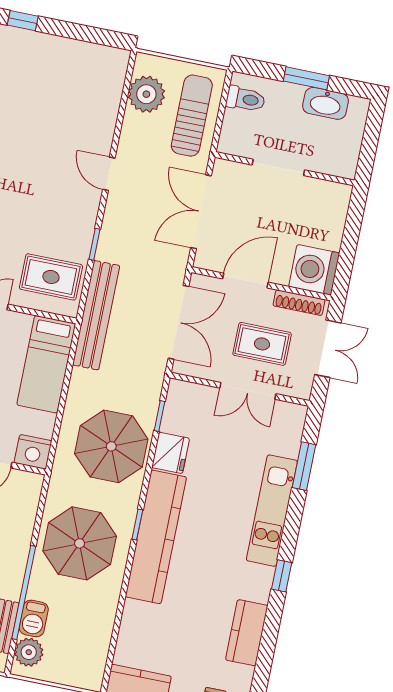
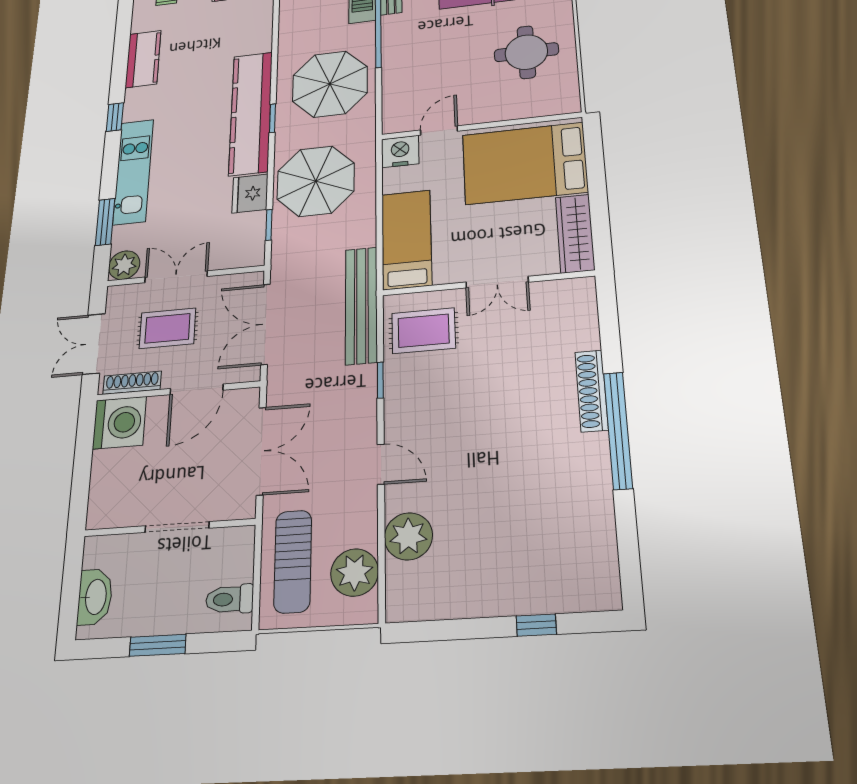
washbasin: (325, 103) -> (95, 597), moved, turned 90
plant: (100, 111) -> (408, 536), added
plant: (292, 417) -> (124, 265), added

